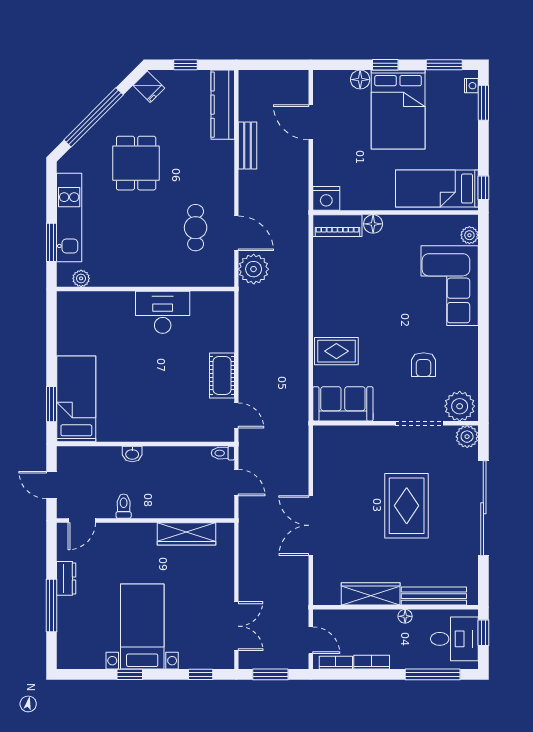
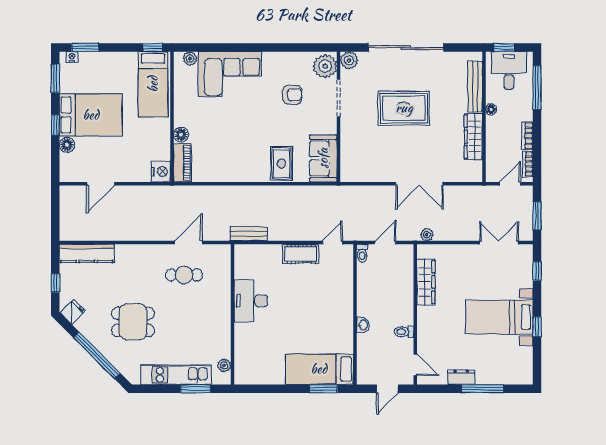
bench: (247, 145) -> (249, 234), moved
plant: (254, 269) -> (427, 235), moved, width x0.53, depth x0.53

